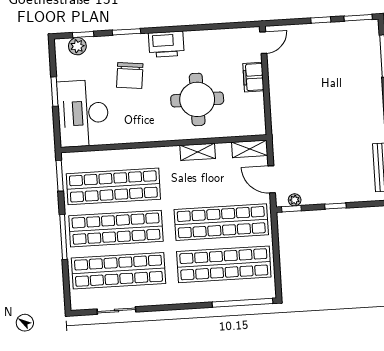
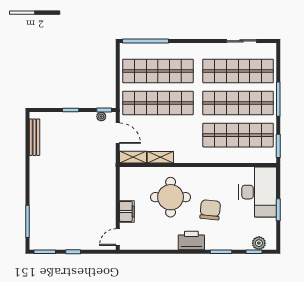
chair: (130, 76) -> (210, 210), moved
shelving: (198, 152) -> (160, 157), moved

